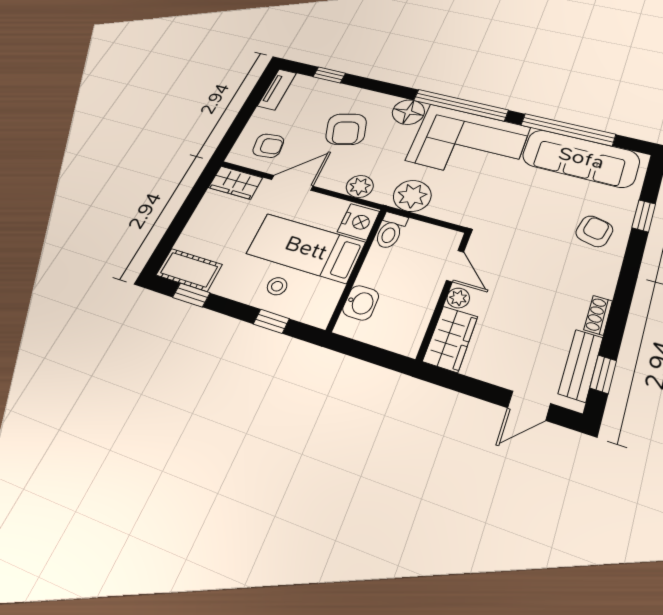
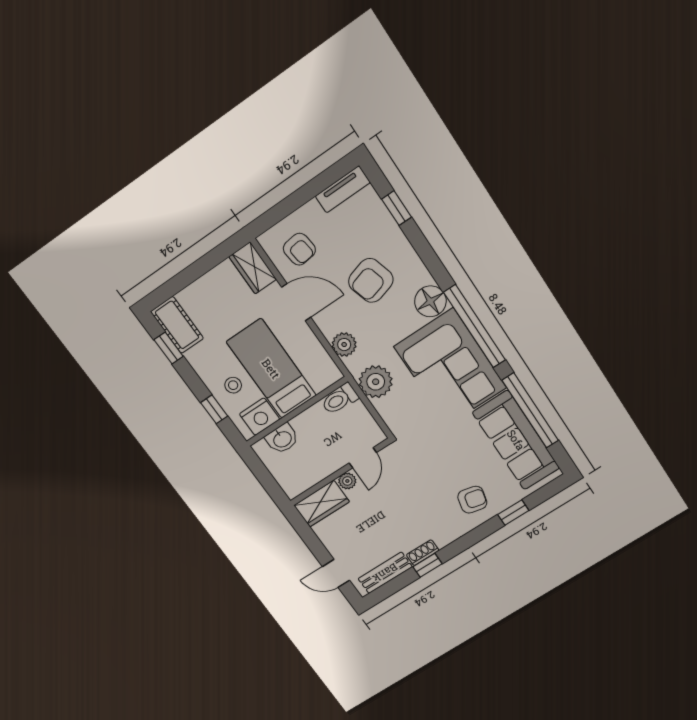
nightstand: (359, 222) -> (260, 417), moved
window: (603, 374) -> (427, 565), moved

